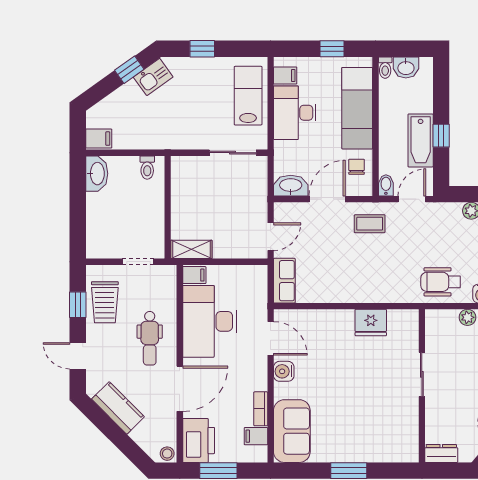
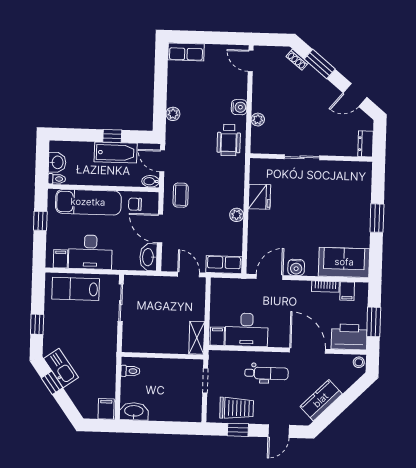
kitchen sink: (153, 77) -> (61, 368), width x1.38
plant: (347, 295) -> (237, 215), added
desk: (210, 321) -> (247, 330), width x0.73, depth x0.77

